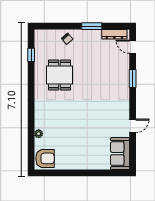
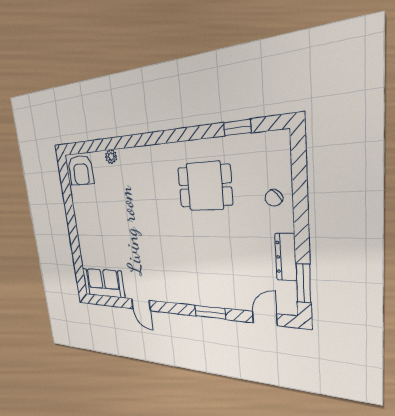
window: (92, 26) -> (303, 283), moved
dresser: (114, 34) -> (286, 257), moved

